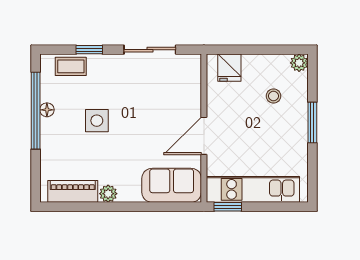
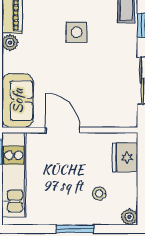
fridge: (229, 68) -> (125, 157), width x1.38

